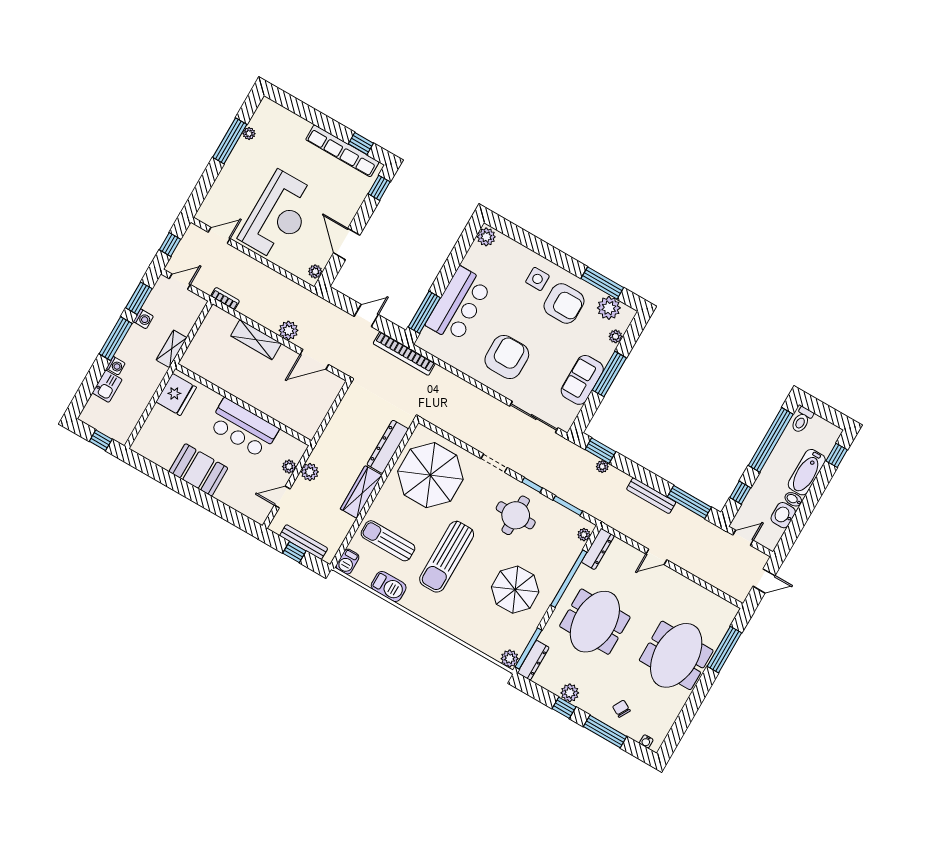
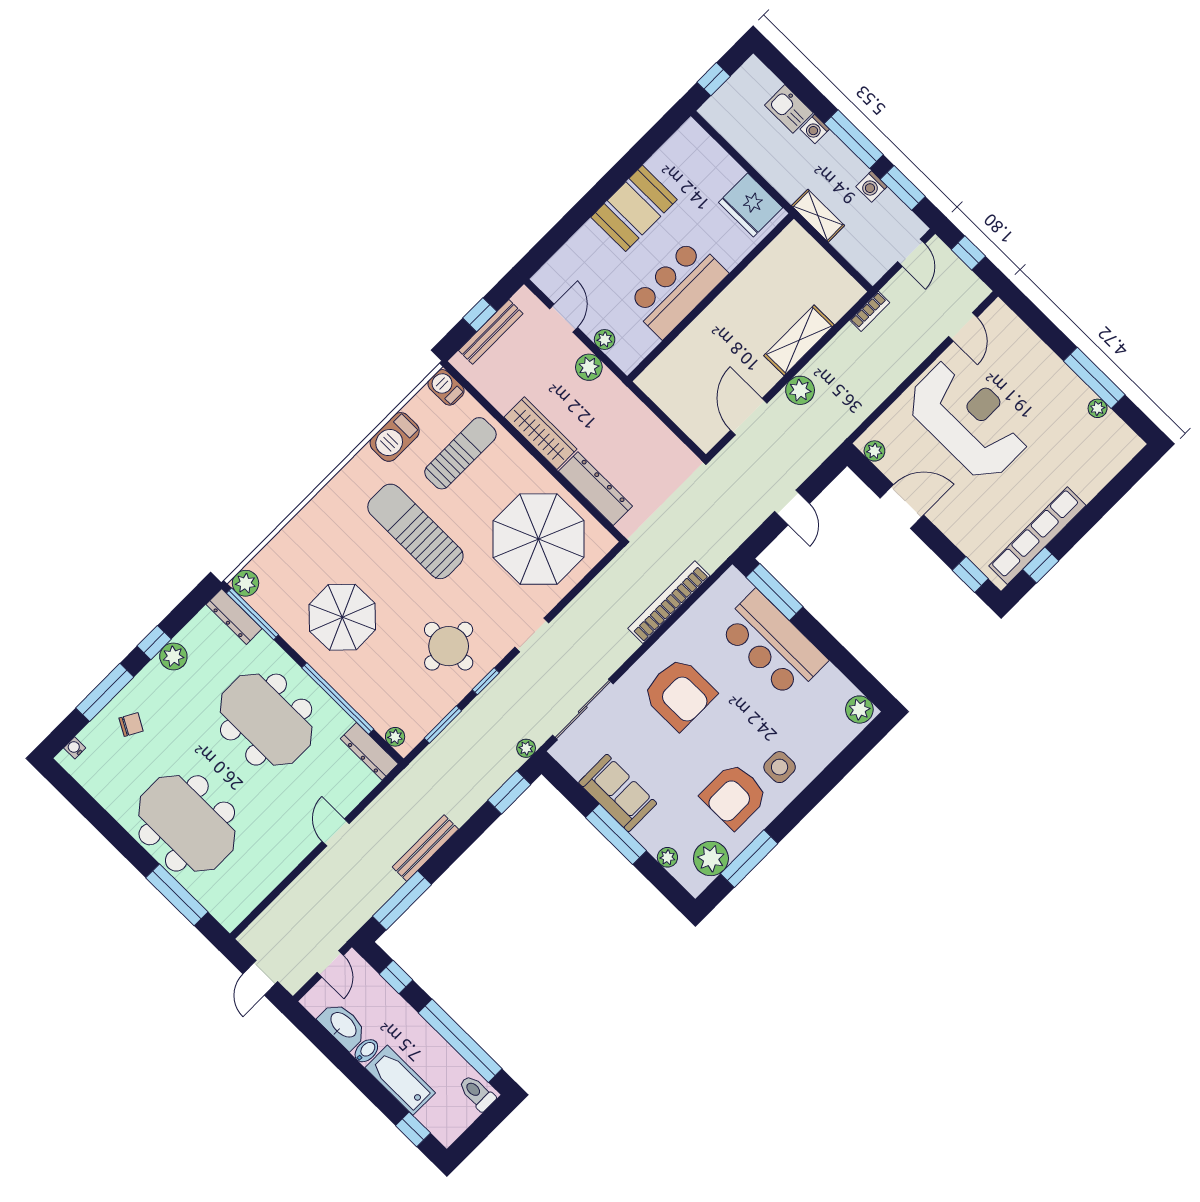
reception desk: (278, 216) -> (969, 419), turned 180
bookcase: (404, 354) -> (669, 602), moved
plant: (602, 467) -> (526, 748), moved
washbasin: (783, 515) -> (343, 1025), width x1.38

